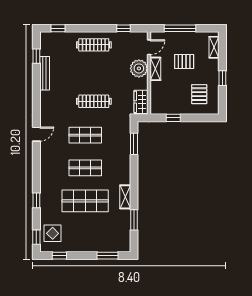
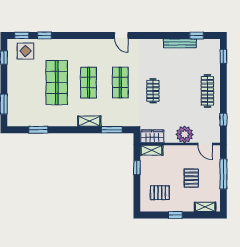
shelving: (155, 69) -> (151, 150), moved
clothes rail: (94, 101) -> (153, 91), width x0.73
shelving: (125, 197) -> (89, 121), moved
window: (36, 200) -> (44, 35), moved

